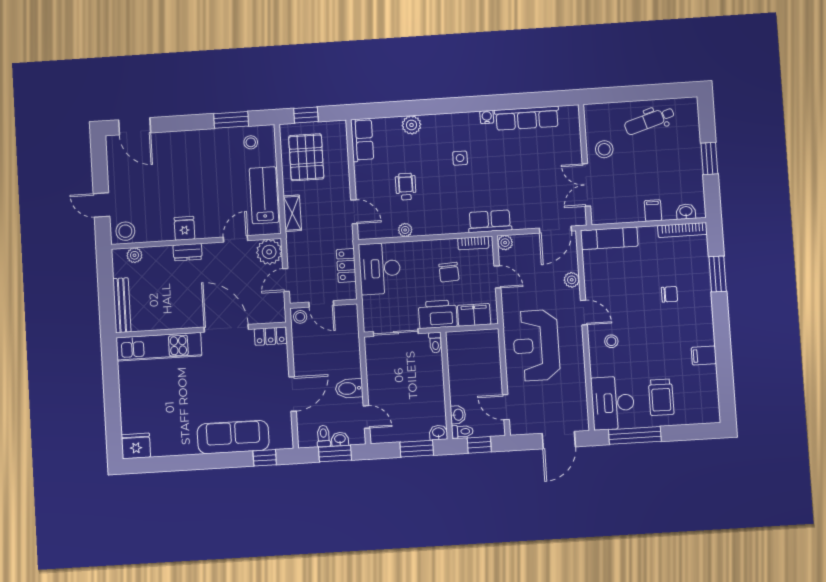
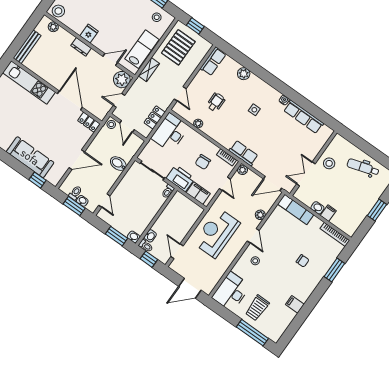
washbasin: (686, 212) -> (317, 208), moved
bidet: (349, 388) -> (118, 164), moved
window: (635, 435) -> (252, 333), moved

